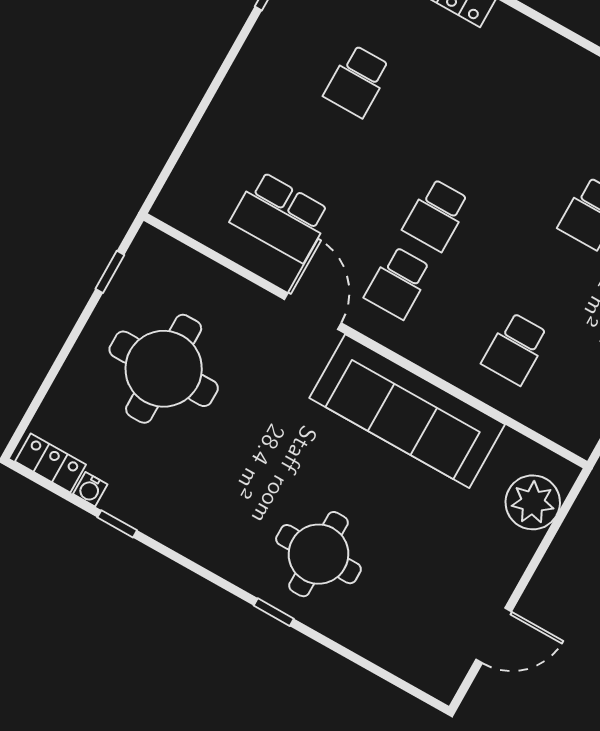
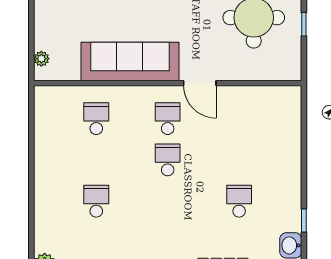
school desk: (281, 217) -> (239, 119), removed
window: (110, 272) -> (304, 24), moved
plant: (533, 502) -> (41, 59), width x0.53, depth x0.53

